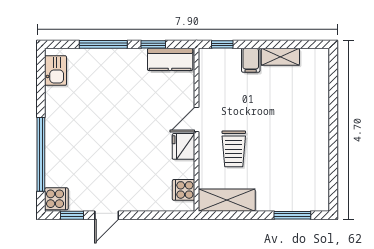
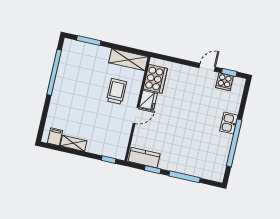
filing cabinet: (251, 60) -> (55, 137), moved
kitchen sink: (56, 71) -> (229, 123), moved
window: (41, 154) -> (234, 143), moved
window: (333, 156) -> (54, 72), added
cooker: (184, 190) -> (155, 79), width x1.87, depth x1.31
cooker: (56, 199) -> (224, 82), moved, turned -90

